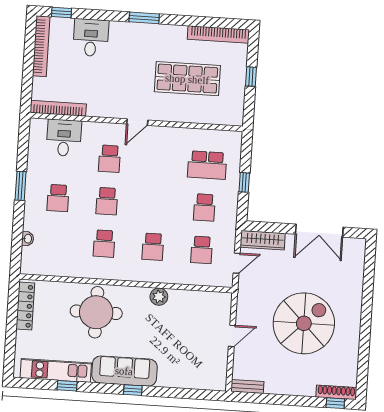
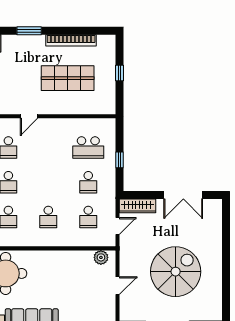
bookcase: (218, 34) -> (71, 40), moved
plant: (159, 297) -> (101, 257), moved

